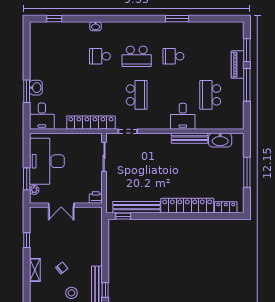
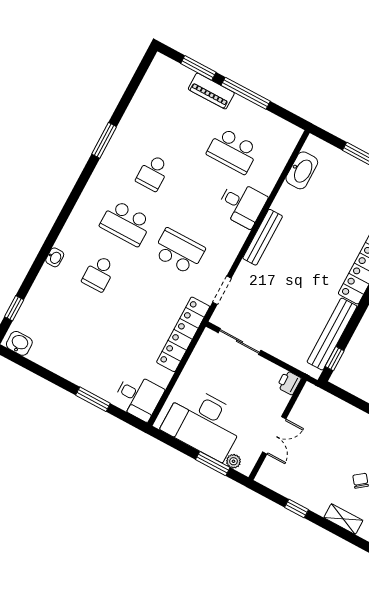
school desk: (137, 56) -> (126, 223), turned 90
washbasin: (36, 88) -> (19, 343), moved
bench: (190, 138) -> (263, 237), moved

